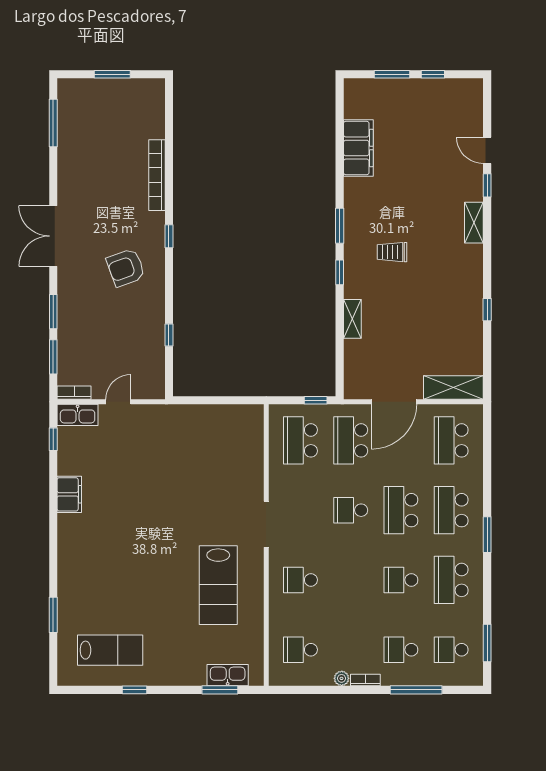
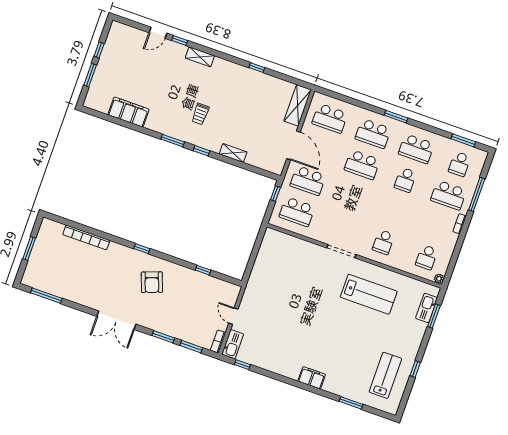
bookcase: (157, 175) -> (86, 237), moved
filing cabinet: (69, 494) -> (312, 378), moved
school desk: (351, 510) -> (351, 196), removed
school desk: (401, 650) -> (449, 195), width x1.85
plant: (342, 678) -> (439, 279), moved

